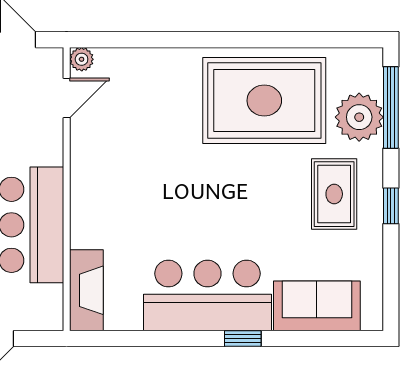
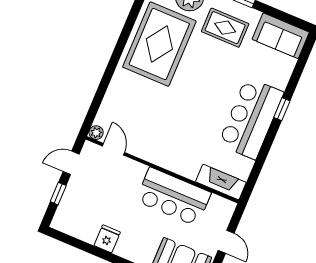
sofa: (317, 306) -> (281, 36), moved, turned -90

